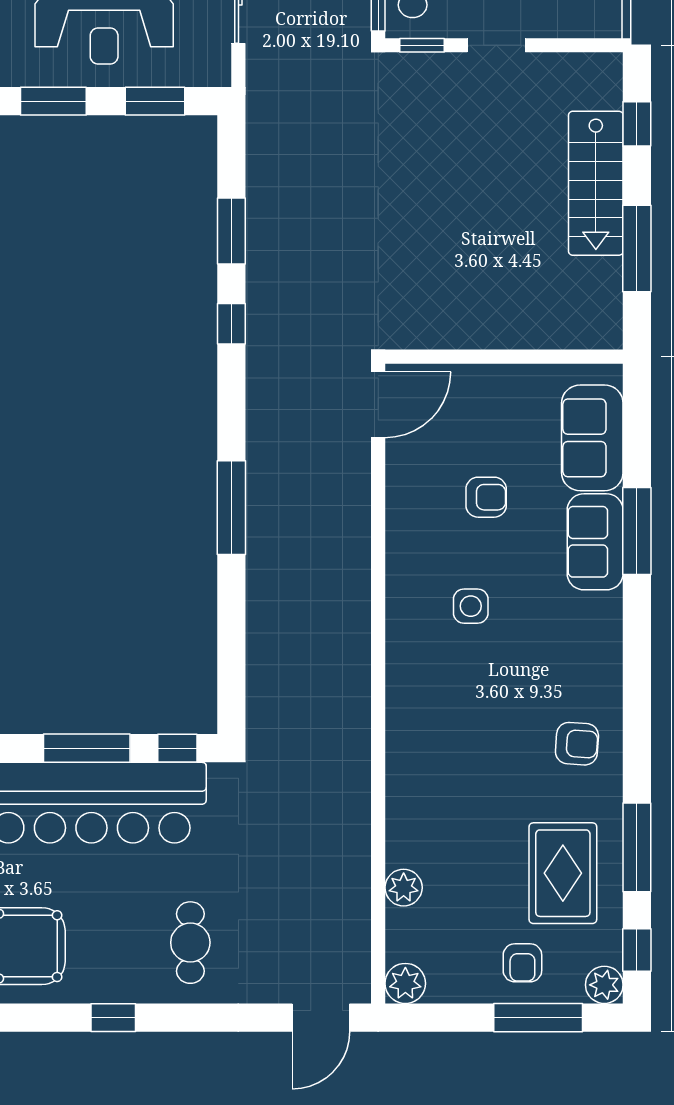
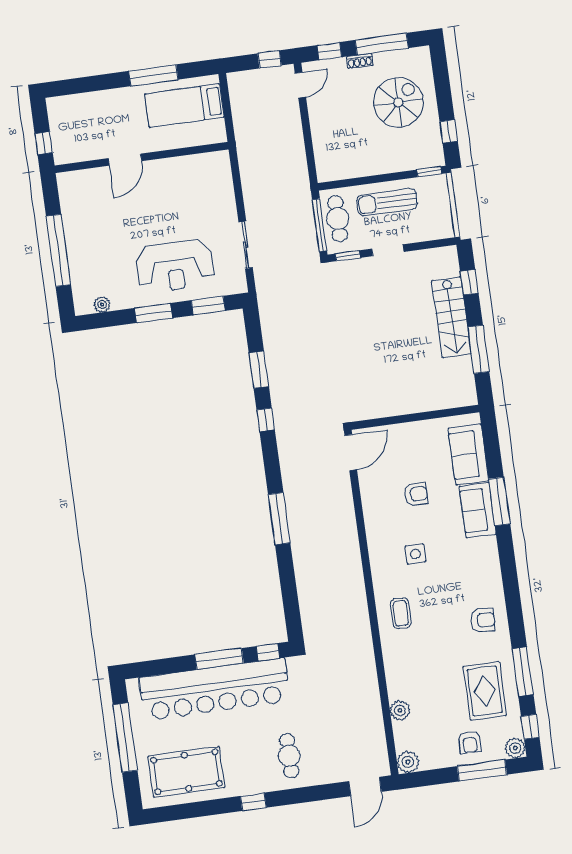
coffee table: (429, 710) -> (401, 613), added

